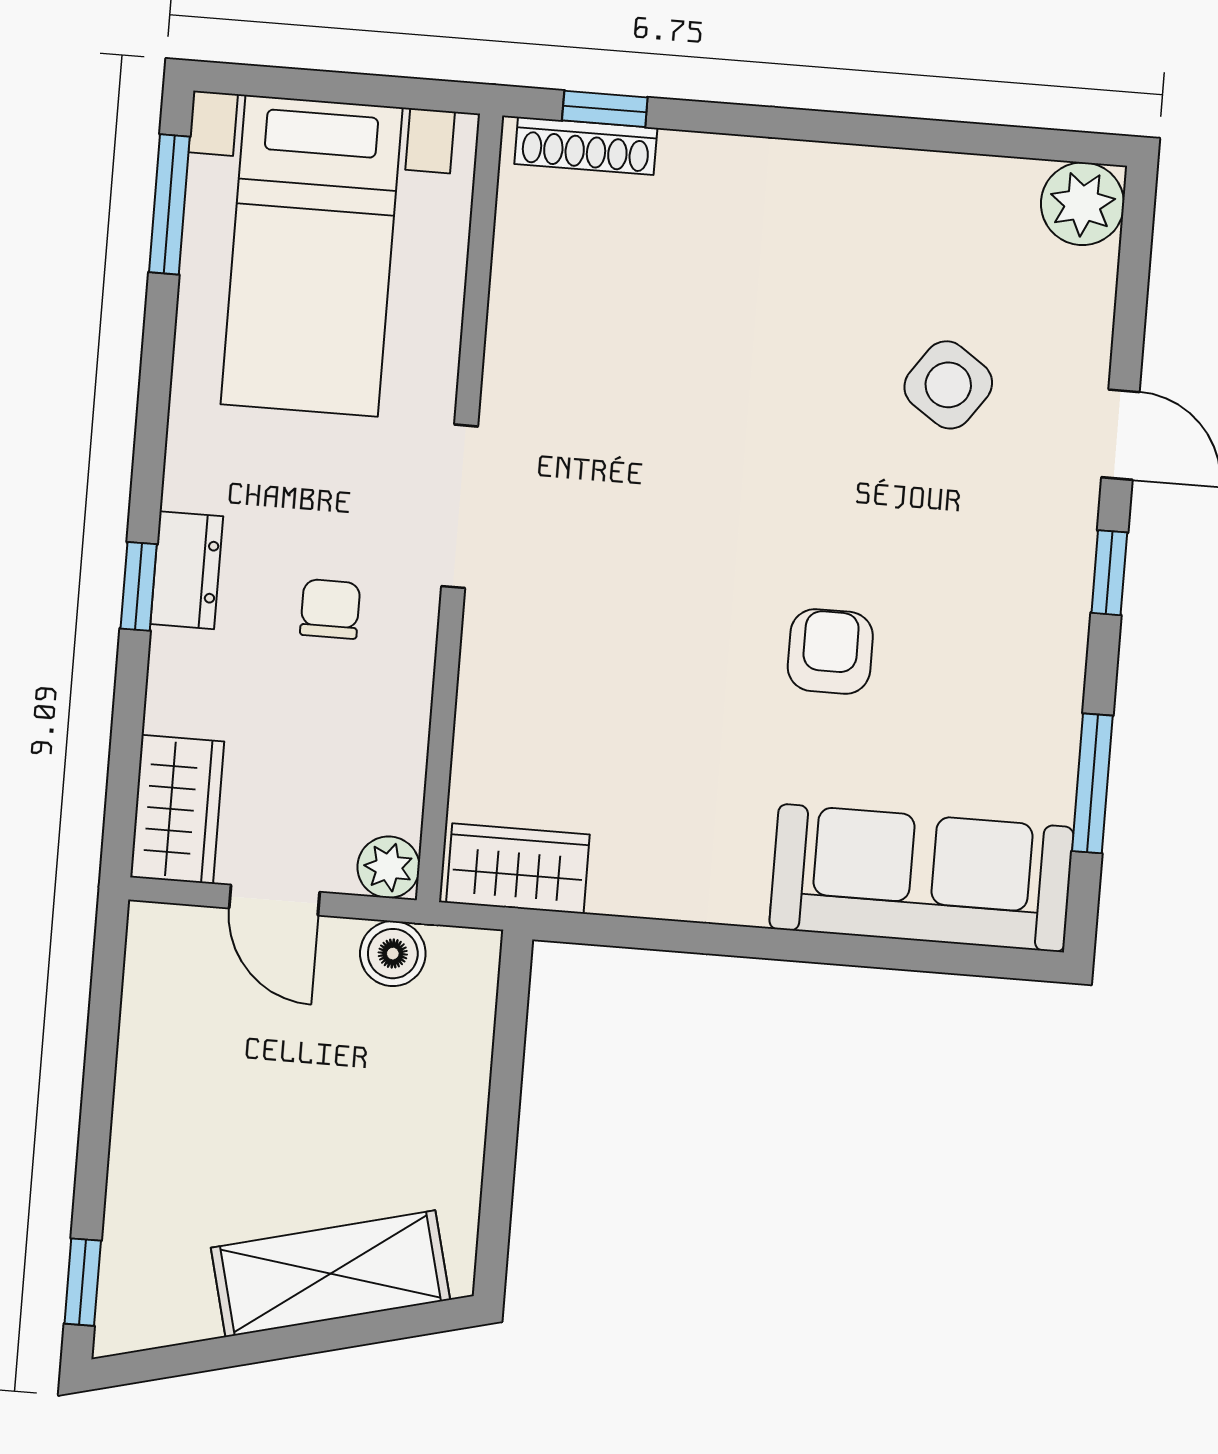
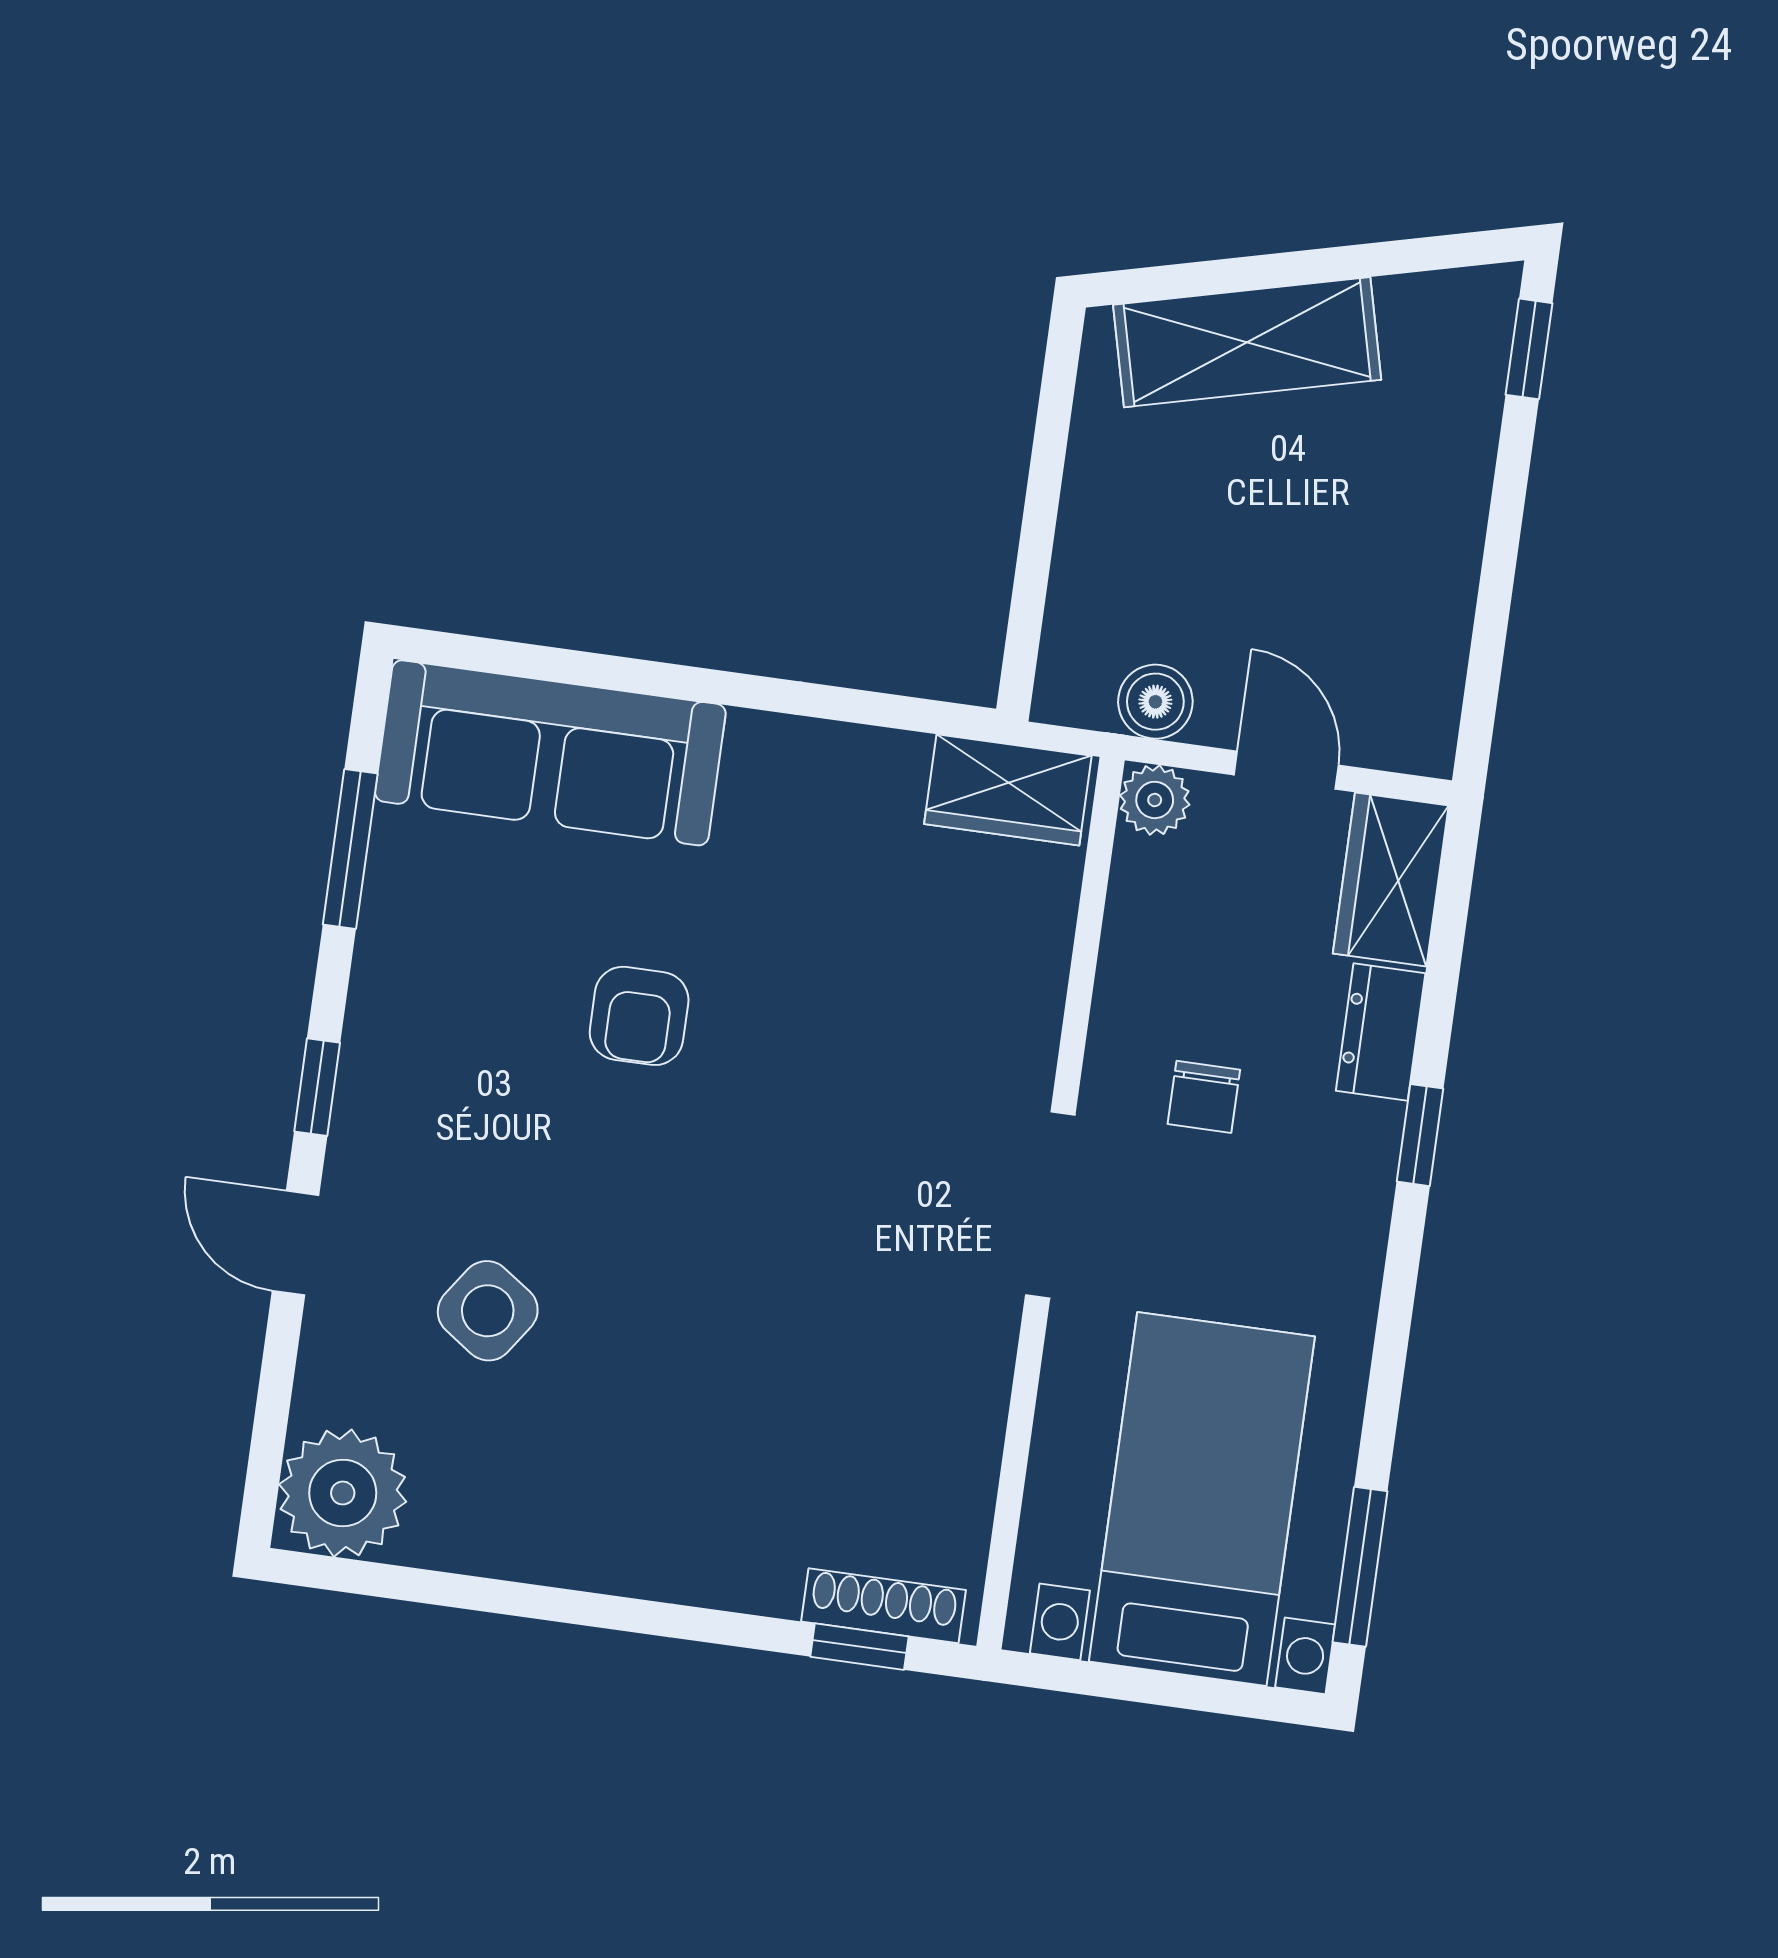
plant: (1083, 204) -> (343, 1493), width x1.36, depth x1.36
dresser: (187, 570) -> (1381, 1032), moved

